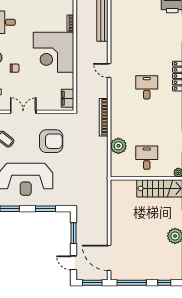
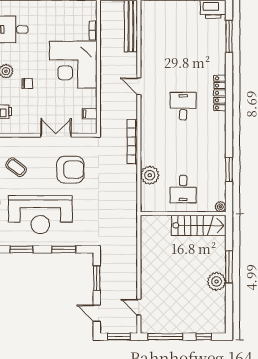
filing cabinet: (67, 98) -> (90, 114), width x0.50
double door: (23, 112) -> (56, 135), moved
desk: (147, 158) -> (183, 189), turned 180
door: (109, 258) -> (139, 307), width x0.53

